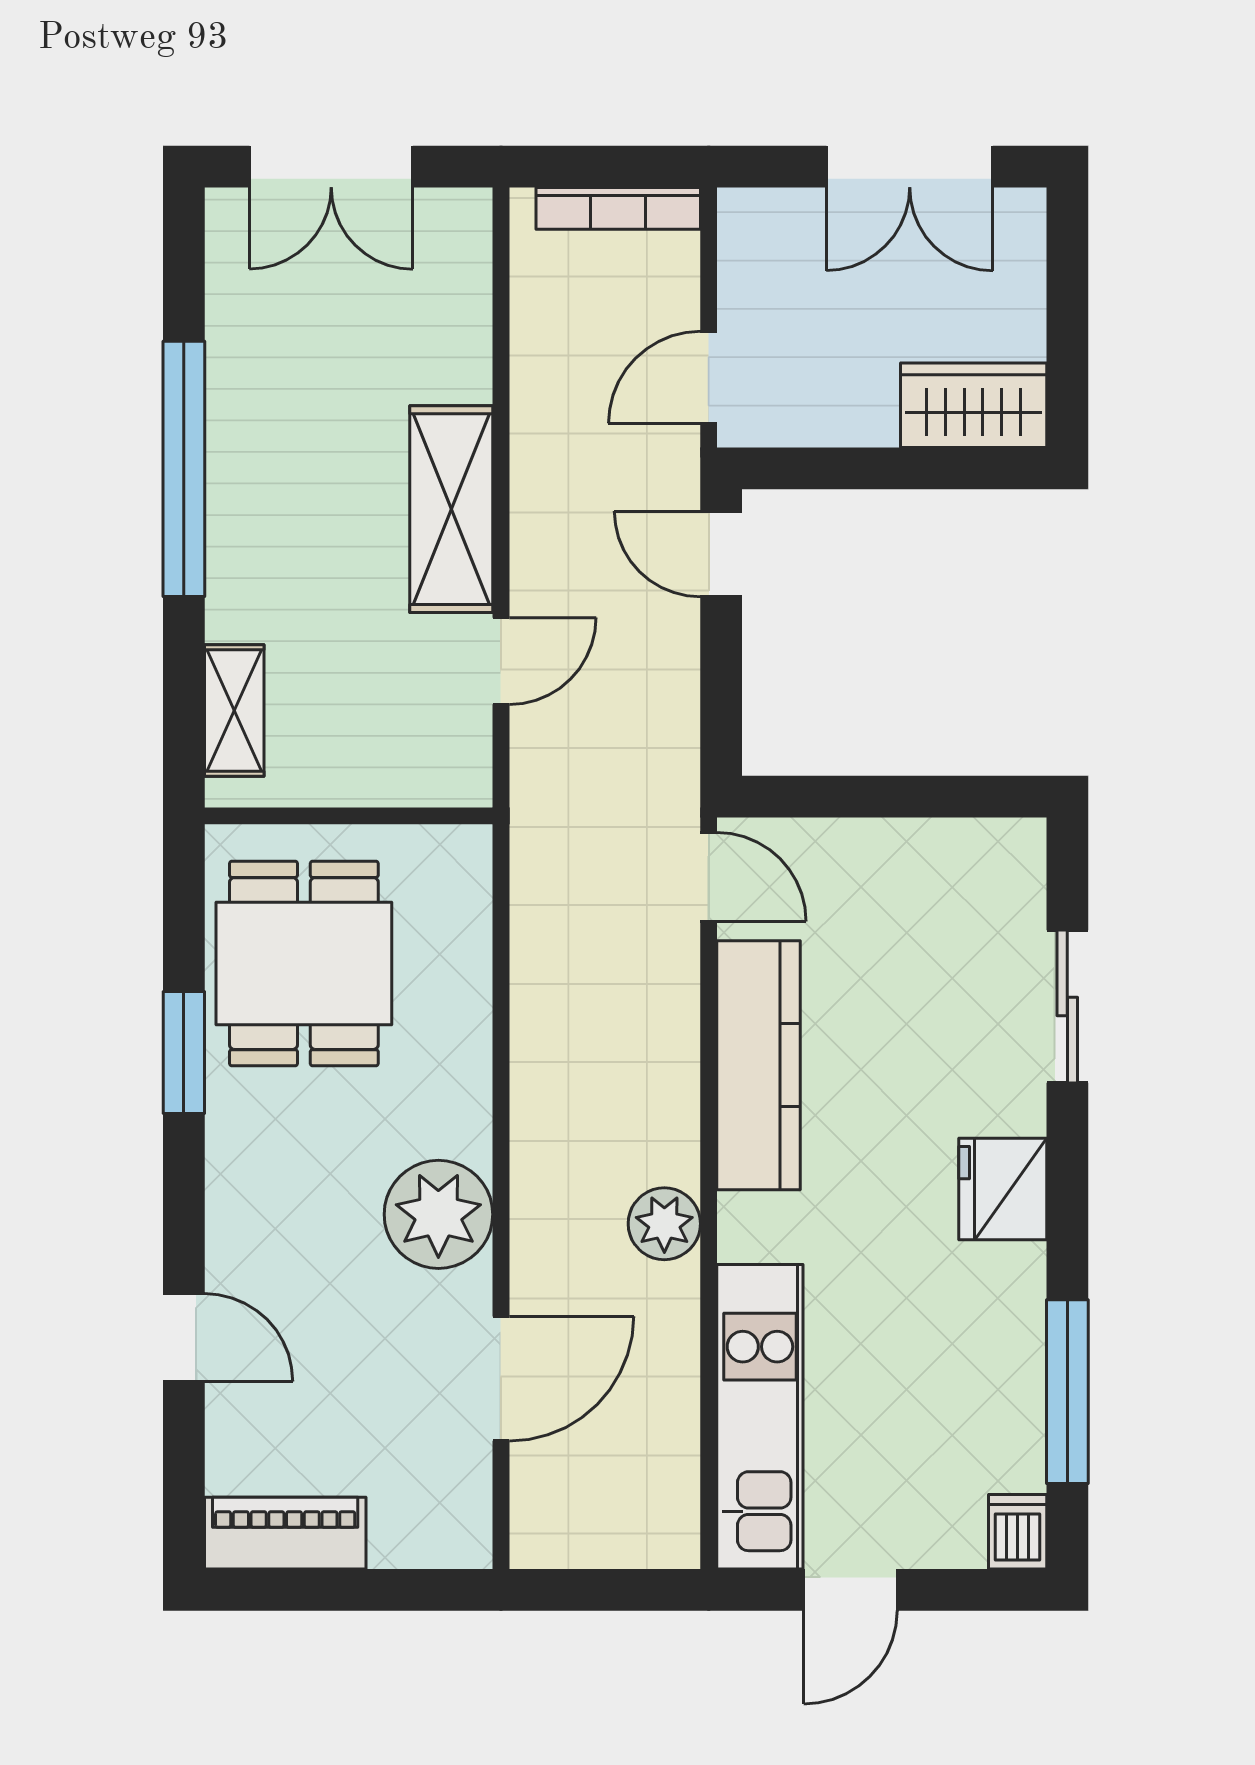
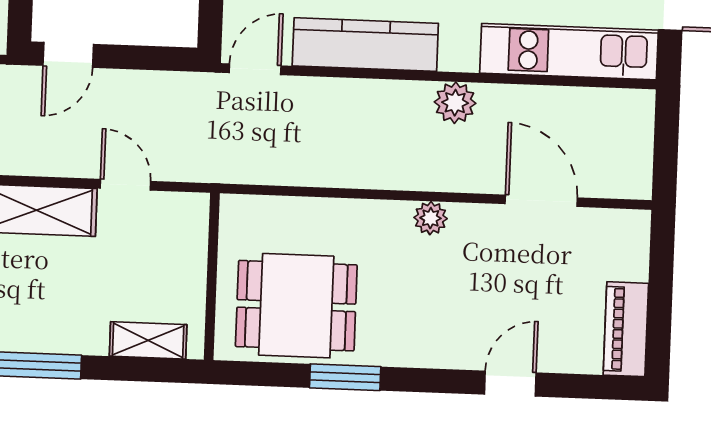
plant: (438, 1214) -> (431, 218), width x0.53, depth x0.53

